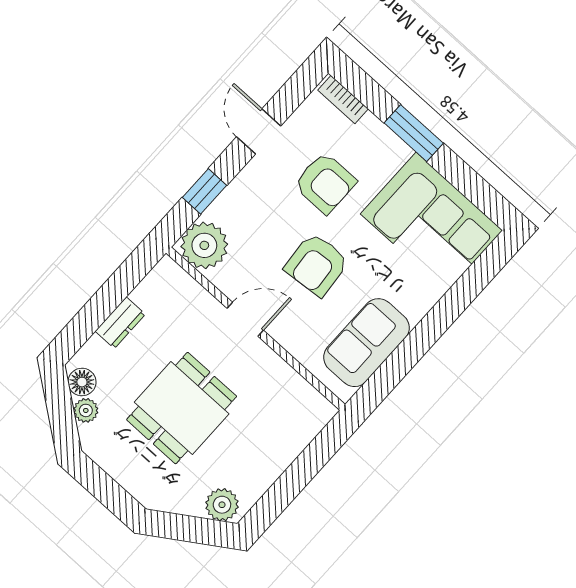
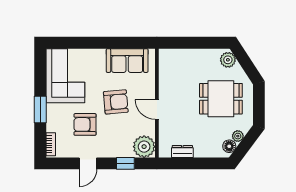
armchair: (325, 183) -> (85, 124), turned -90
dresser: (120, 323) -> (182, 151), moved
dining table: (182, 408) -> (221, 99), moved

